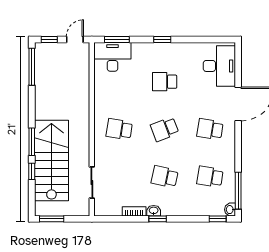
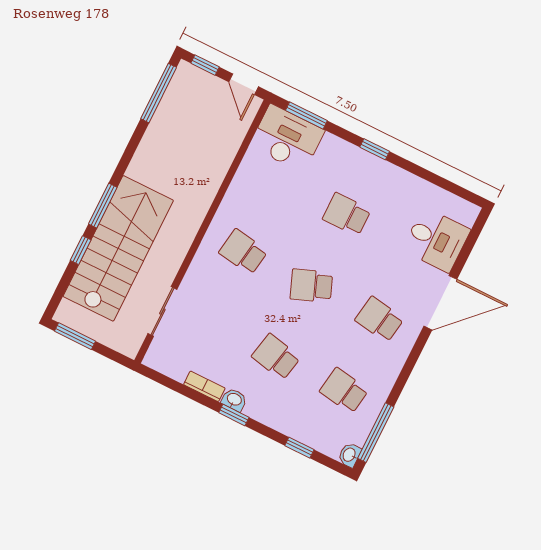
door: (75, 39) -> (244, 84), swing flipped
desk: (219, 66) -> (436, 240), width x0.73
window: (218, 219) -> (299, 448), moved

